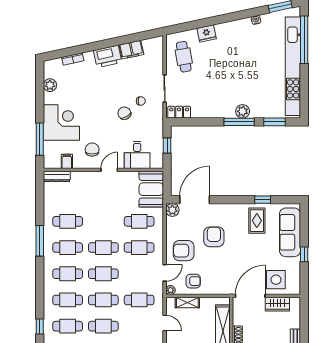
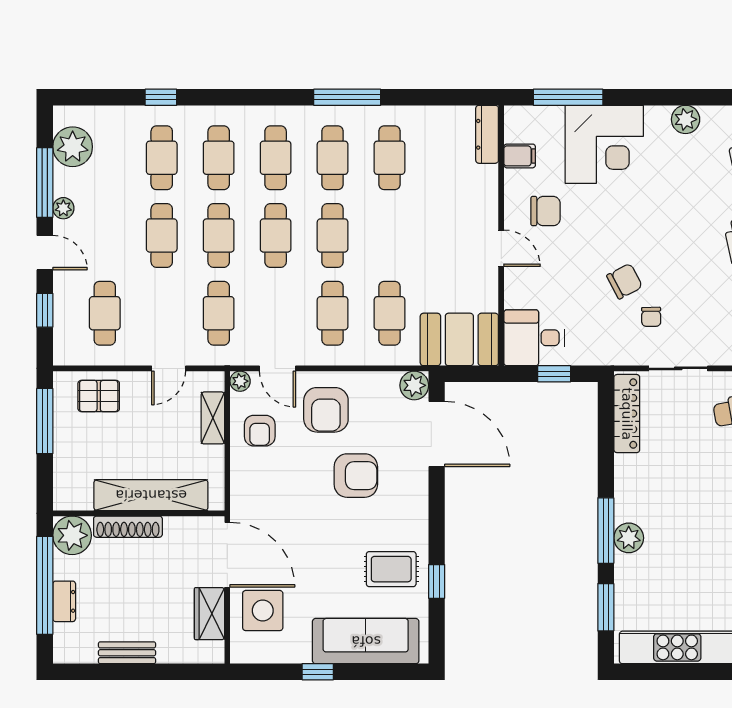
locker: (179, 112) -> (627, 414), width x1.53
desk: (137, 155) -> (534, 338), moved
armchair: (184, 251) -> (326, 410), turned 180

